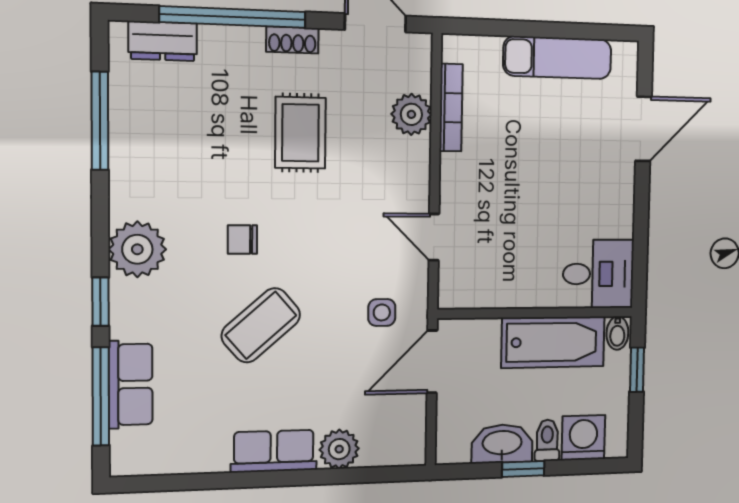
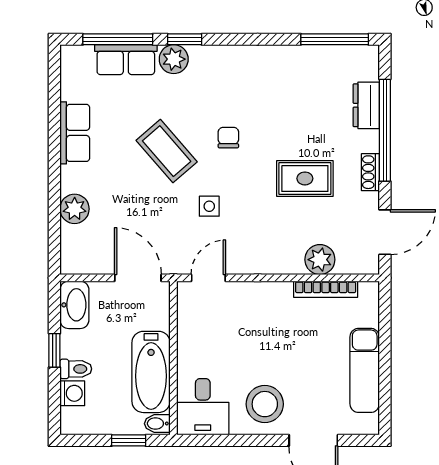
dresser: (163, 41) -> (366, 105), moved
window: (100, 121) -> (335, 39), moved
stool: (597, 192) -> (265, 404), added
door: (434, 237) -> (208, 278), moved
plant: (137, 249) -> (174, 59), moved, width x0.73, depth x0.73
side table: (382, 312) -> (209, 206), moved
washing machine: (583, 438) -> (72, 393), width x0.73, depth x0.73
washbasin: (502, 444) -> (74, 305), moved
row of seats: (274, 451) -> (75, 133), moved

